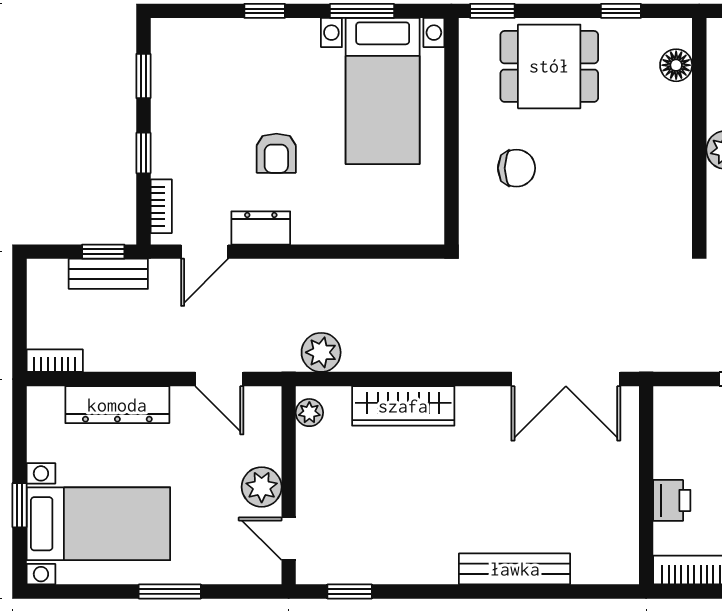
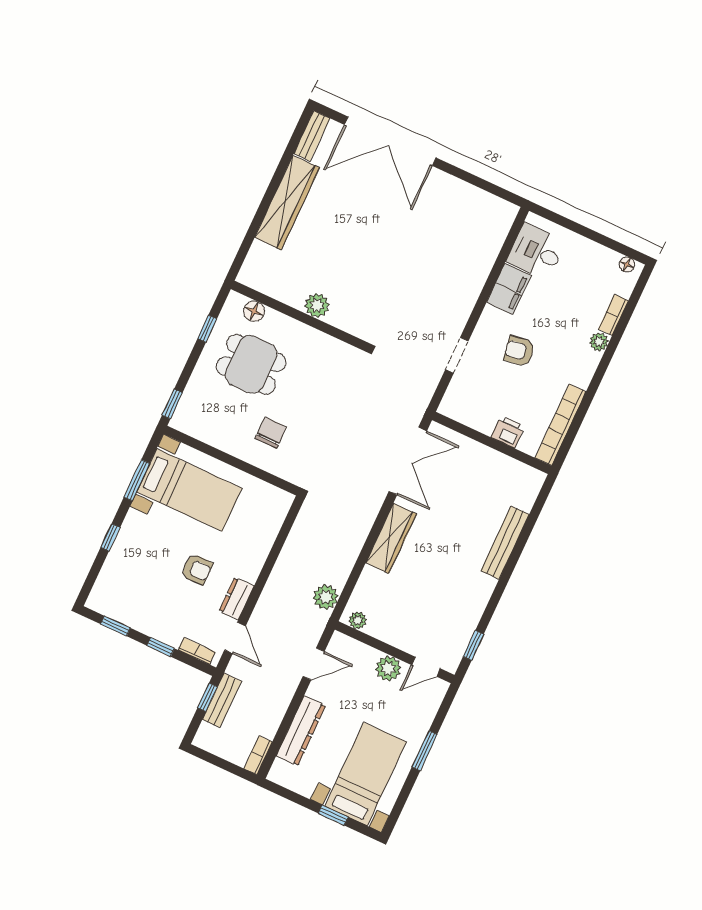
dining table: (549, 66) -> (251, 364), moved, turned 90
wardrobe: (403, 406) -> (391, 538), moved

